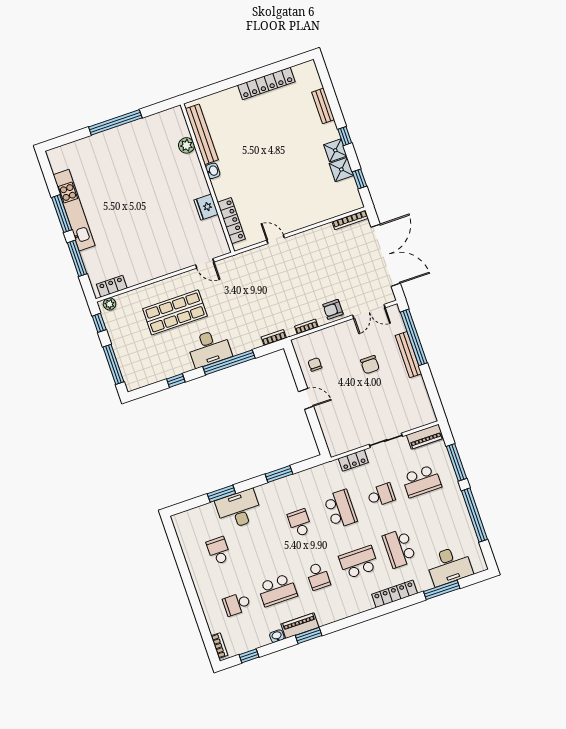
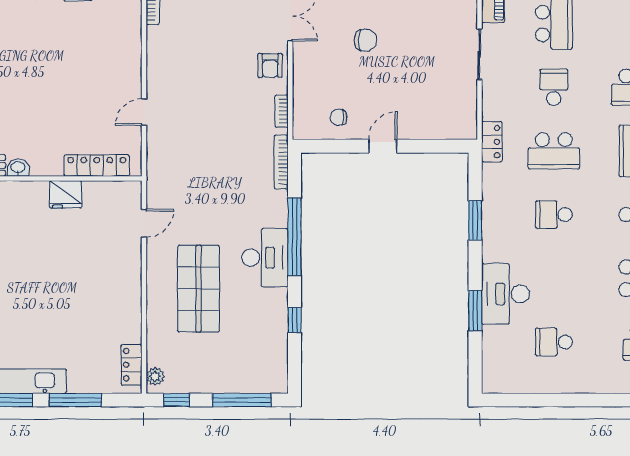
bookcase: (274, 337) -> (281, 162), width x1.56
locker: (353, 460) -> (492, 142), moved
school desk: (340, 509) -> (554, 151), turned 180

